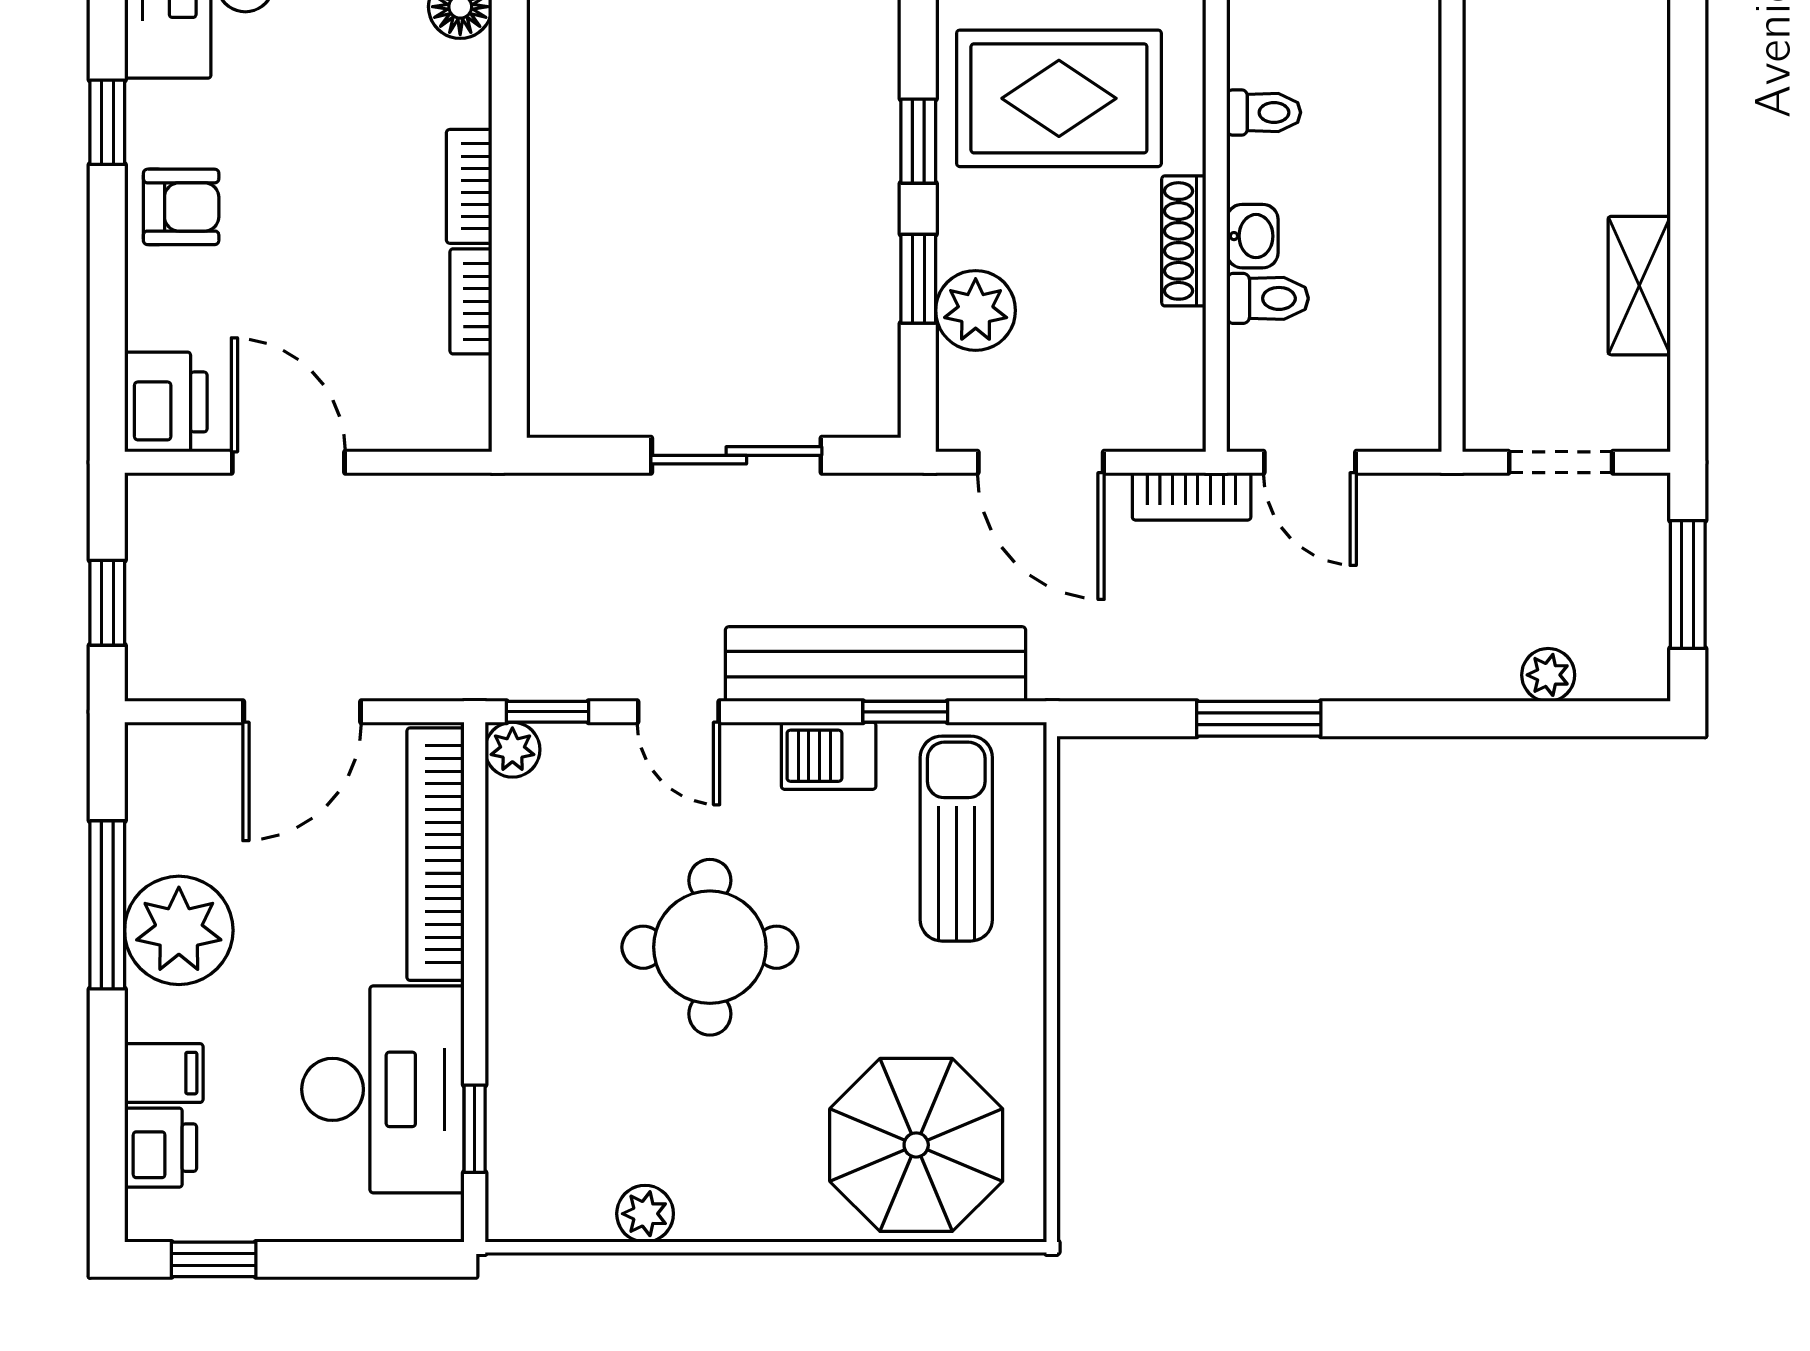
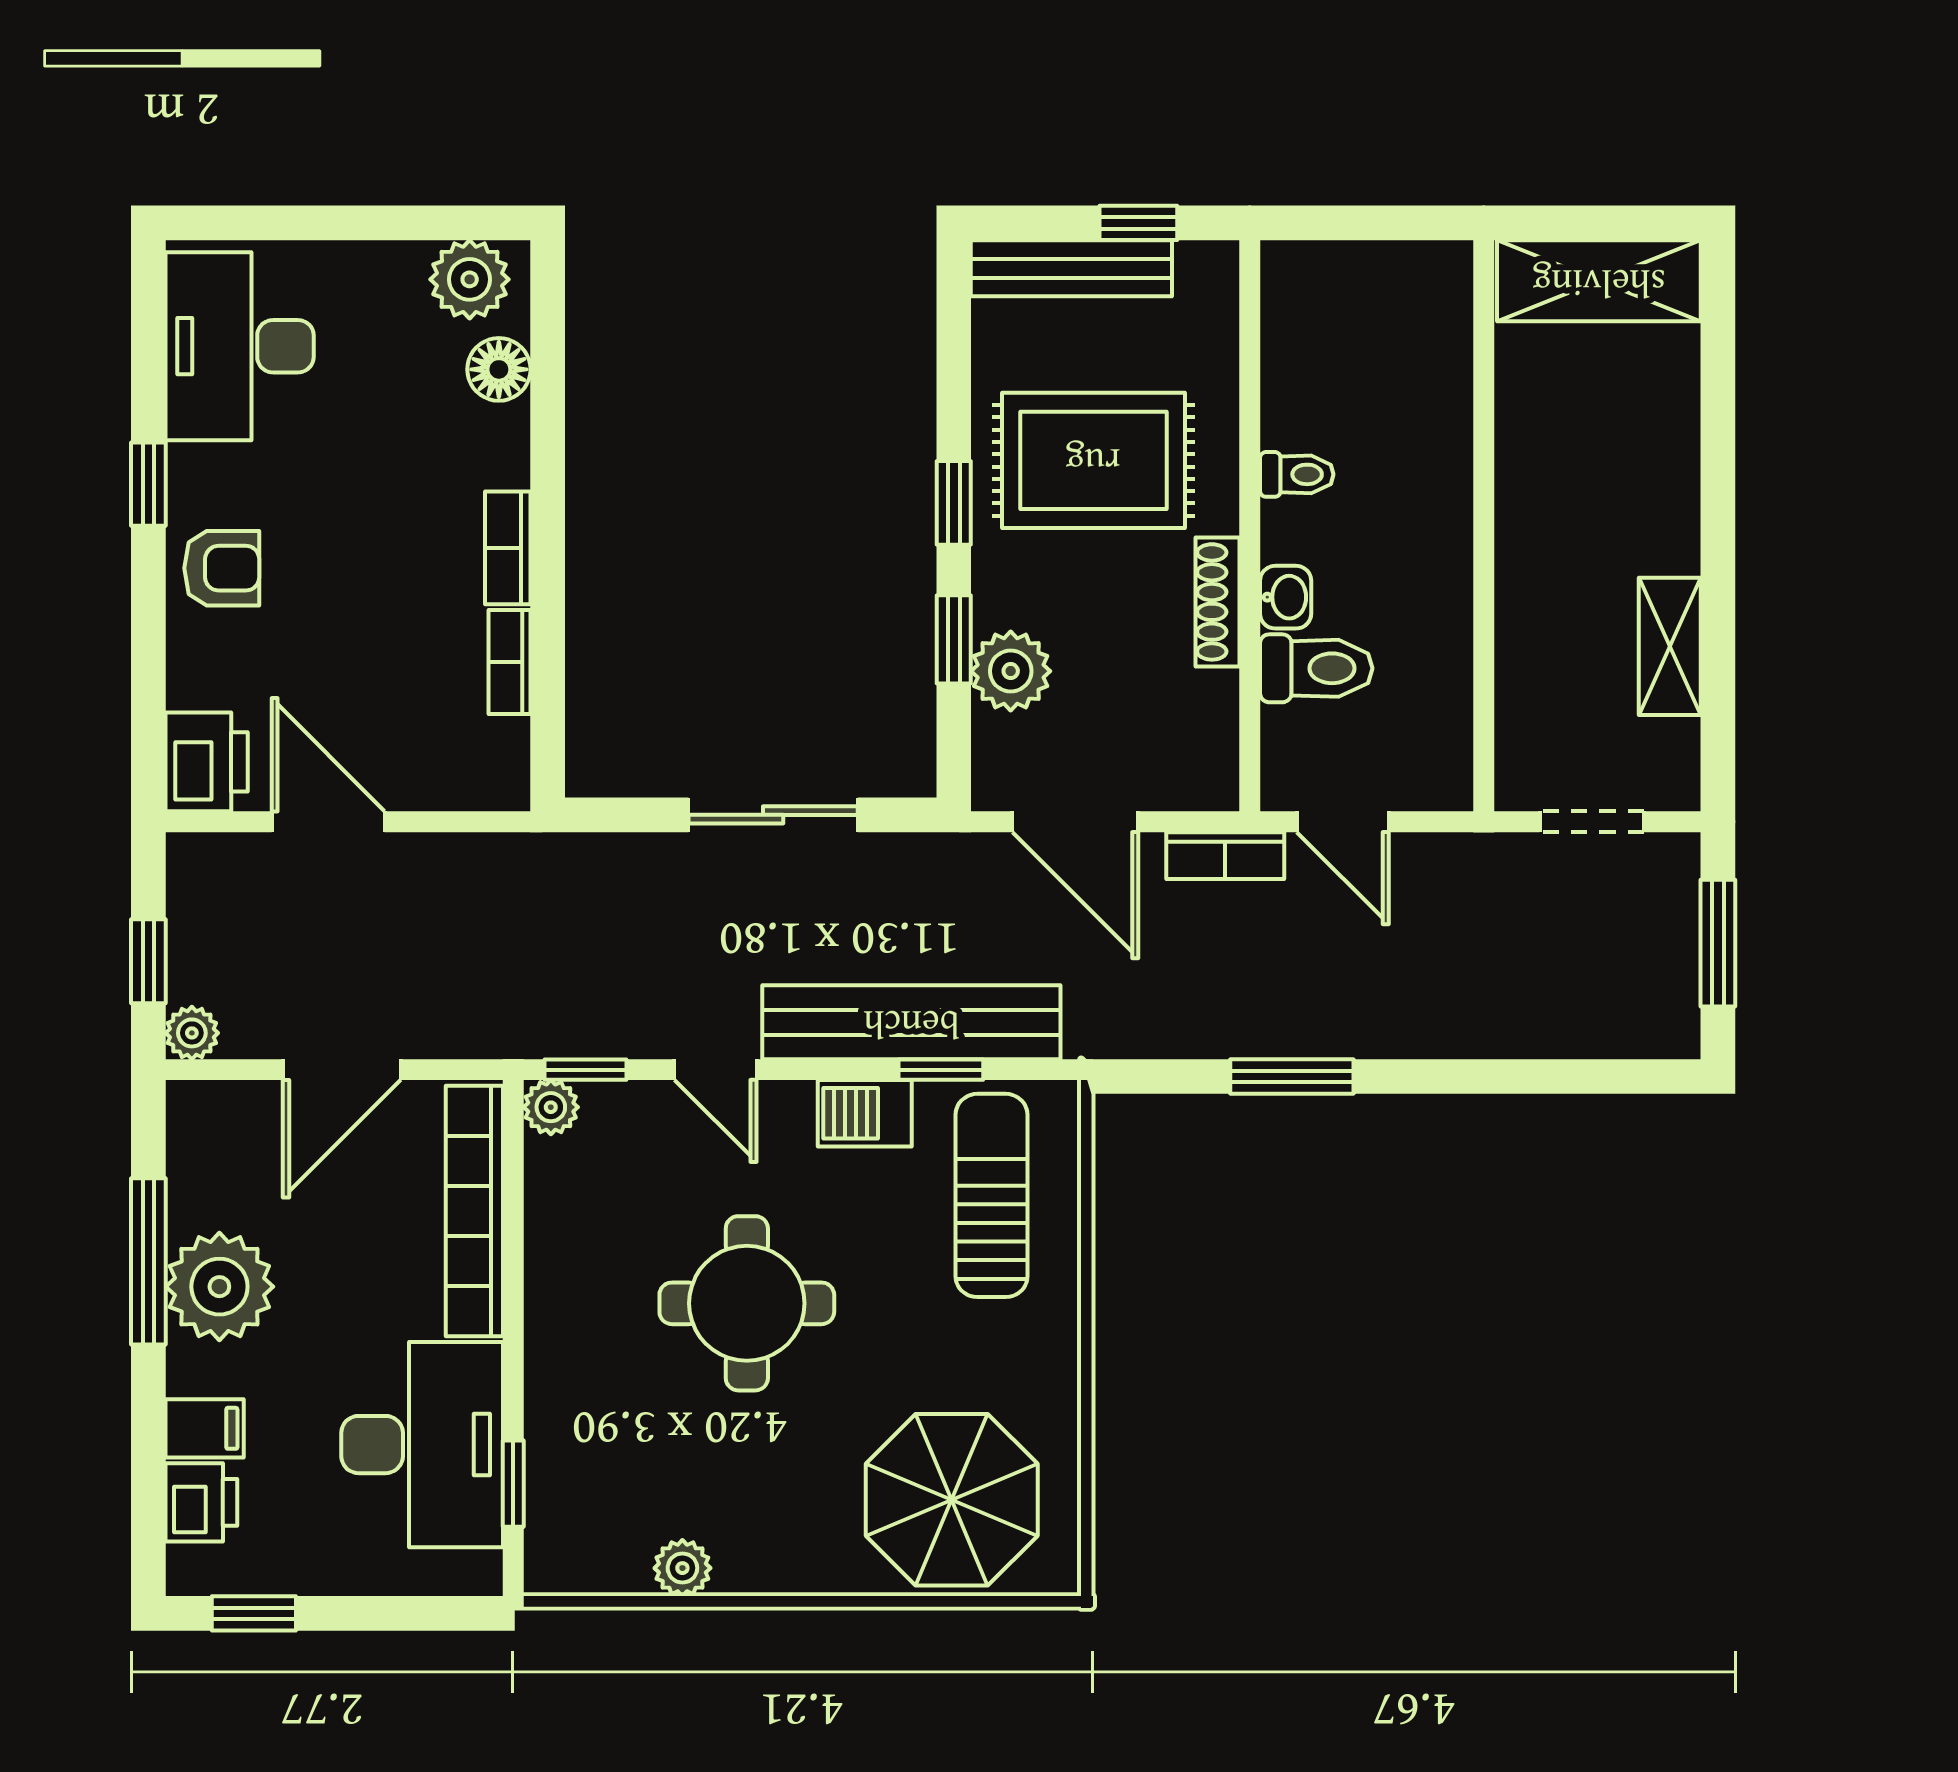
toilet: (1268, 298) -> (1316, 668), width x1.37, depth x1.39
plant: (1548, 675) -> (192, 1033), moved

